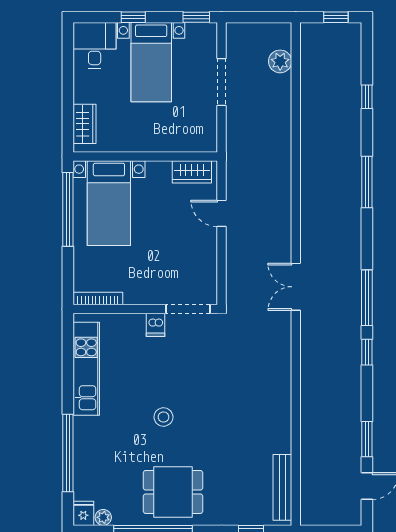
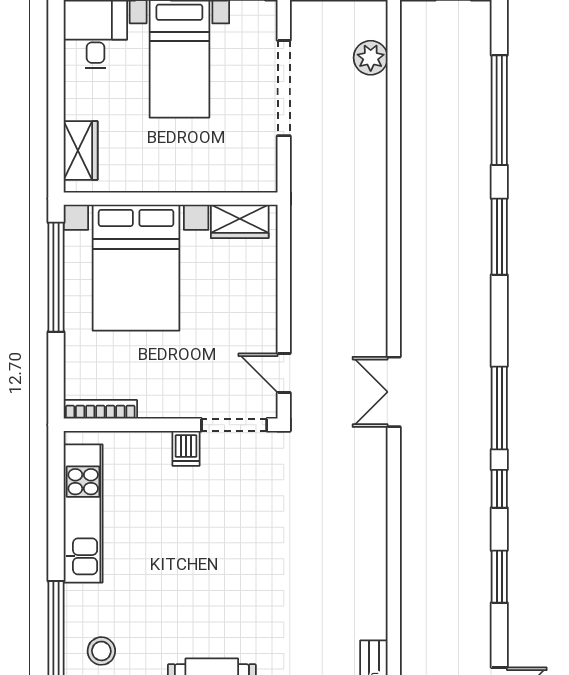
doorway: (222, 82) -> (284, 88), width x1.36
window: (367, 97) -> (499, 110), width x3.17
bed with nightstands: (109, 203) -> (136, 268), width x1.36
door: (222, 213) -> (284, 373), moved
stool: (163, 417) -> (101, 651), moved
window: (367, 439) -> (499, 577), moved

